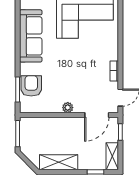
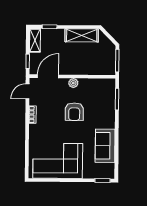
sofa: (31, 36) -> (105, 146), width x0.73
armchair: (31, 86) -> (74, 112), moved

